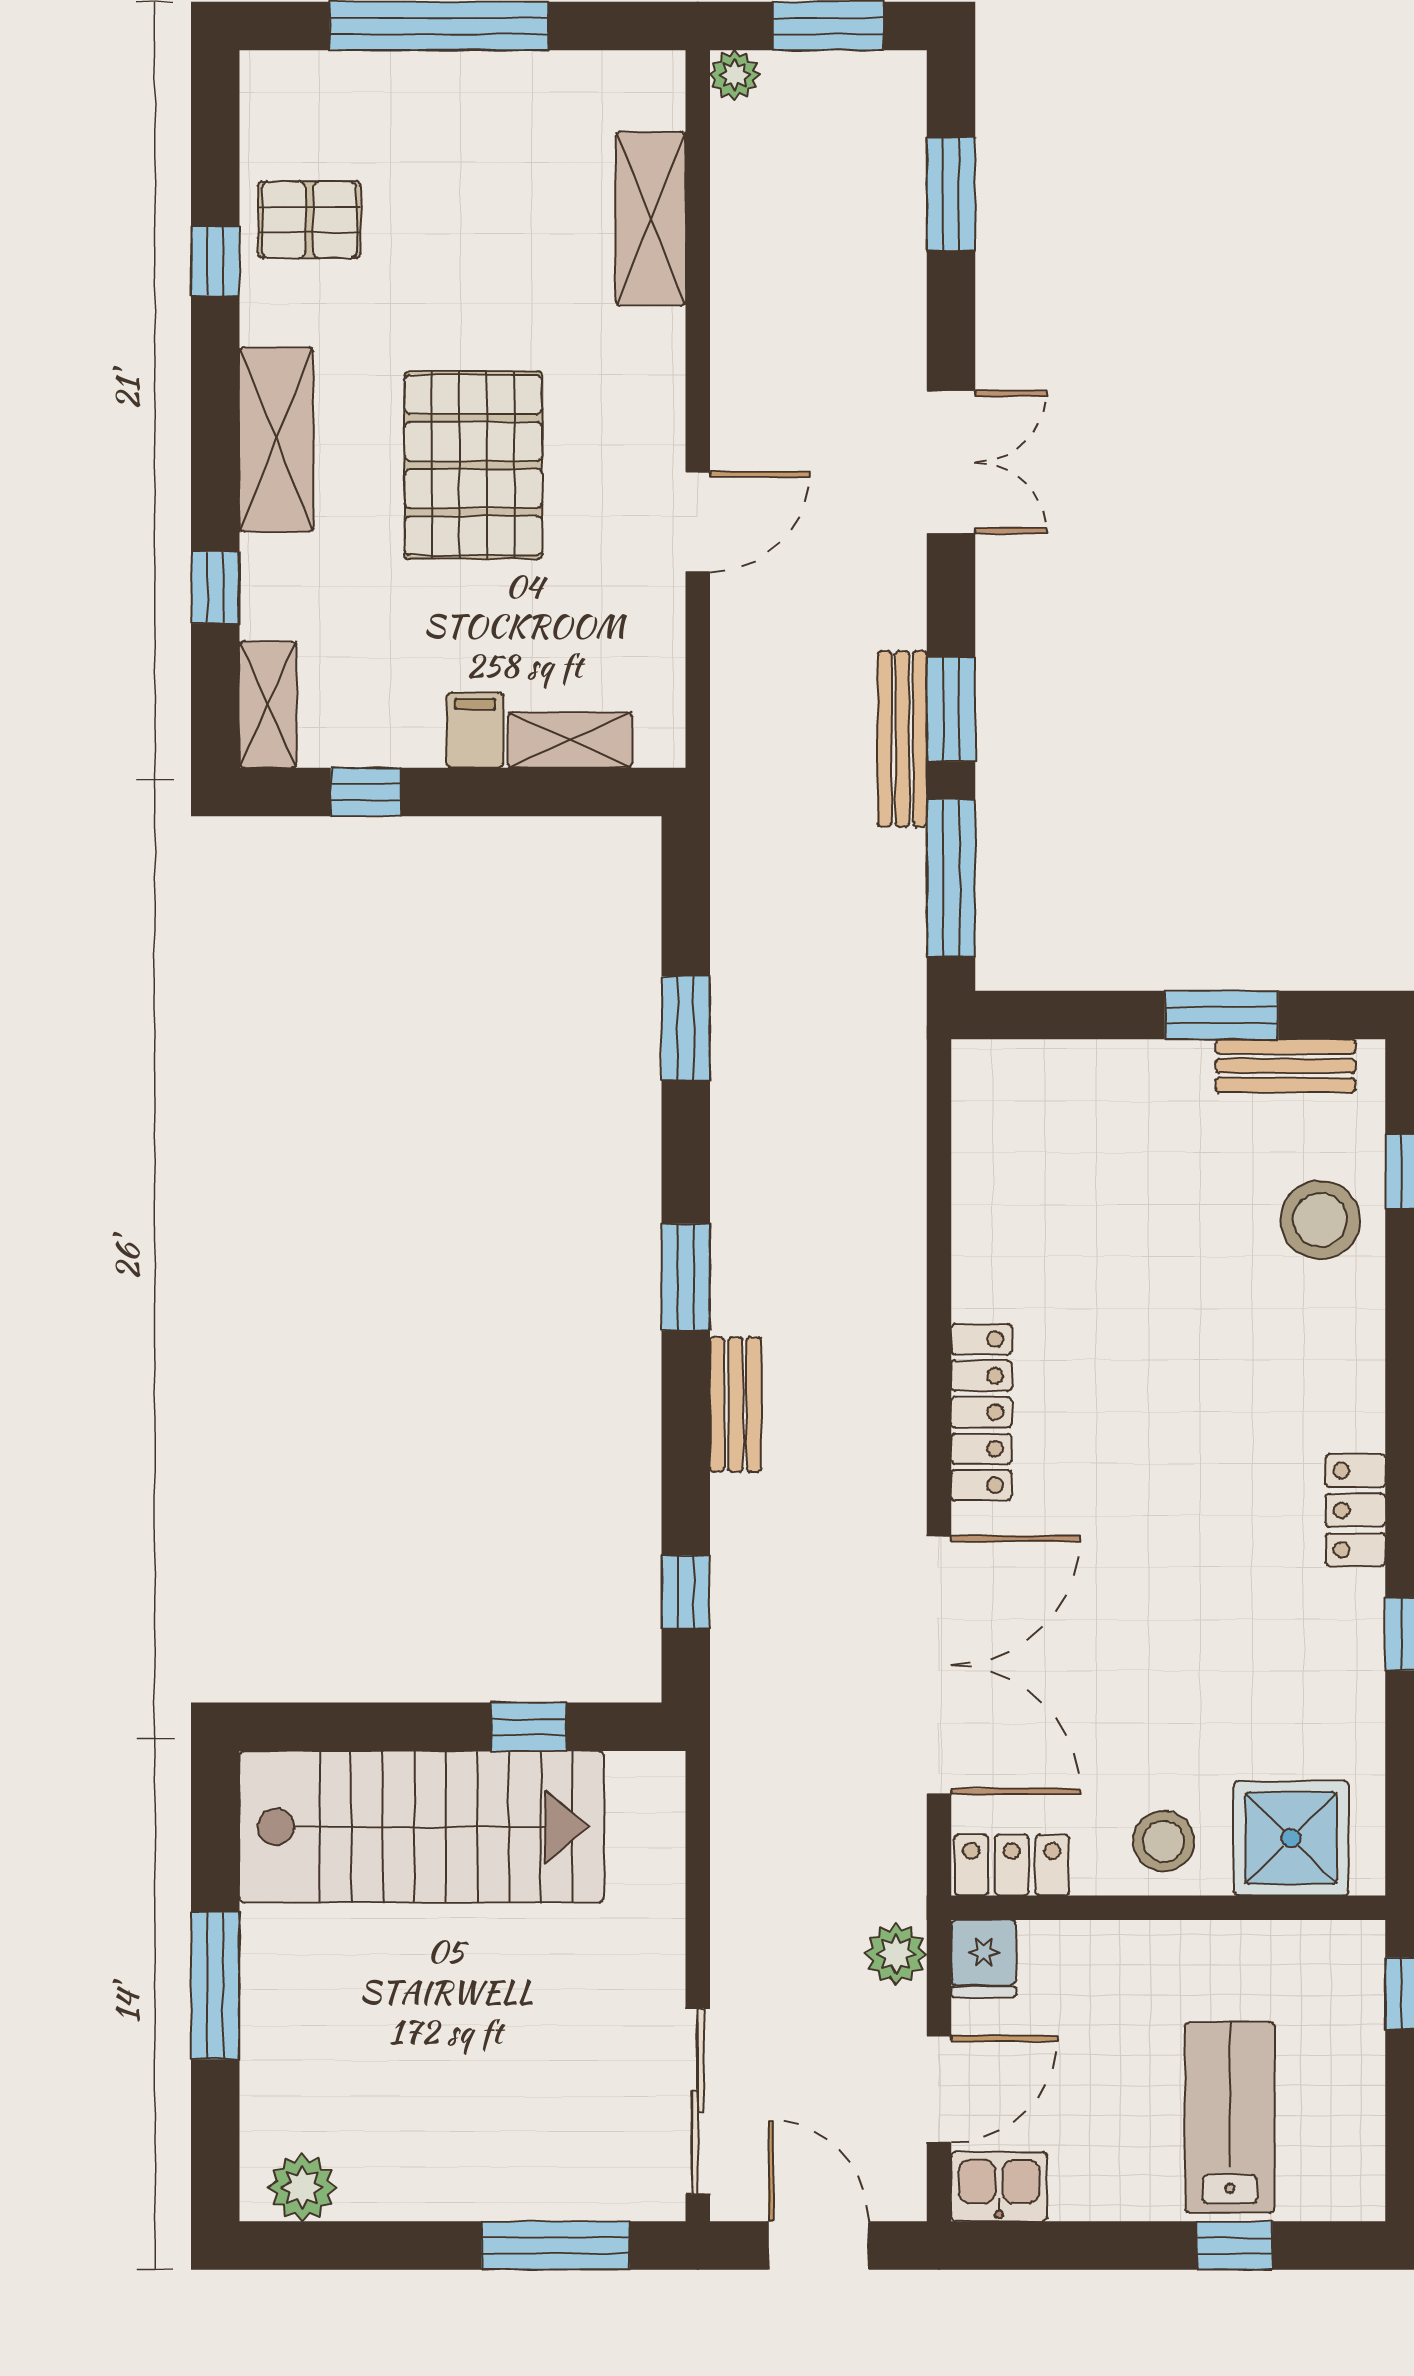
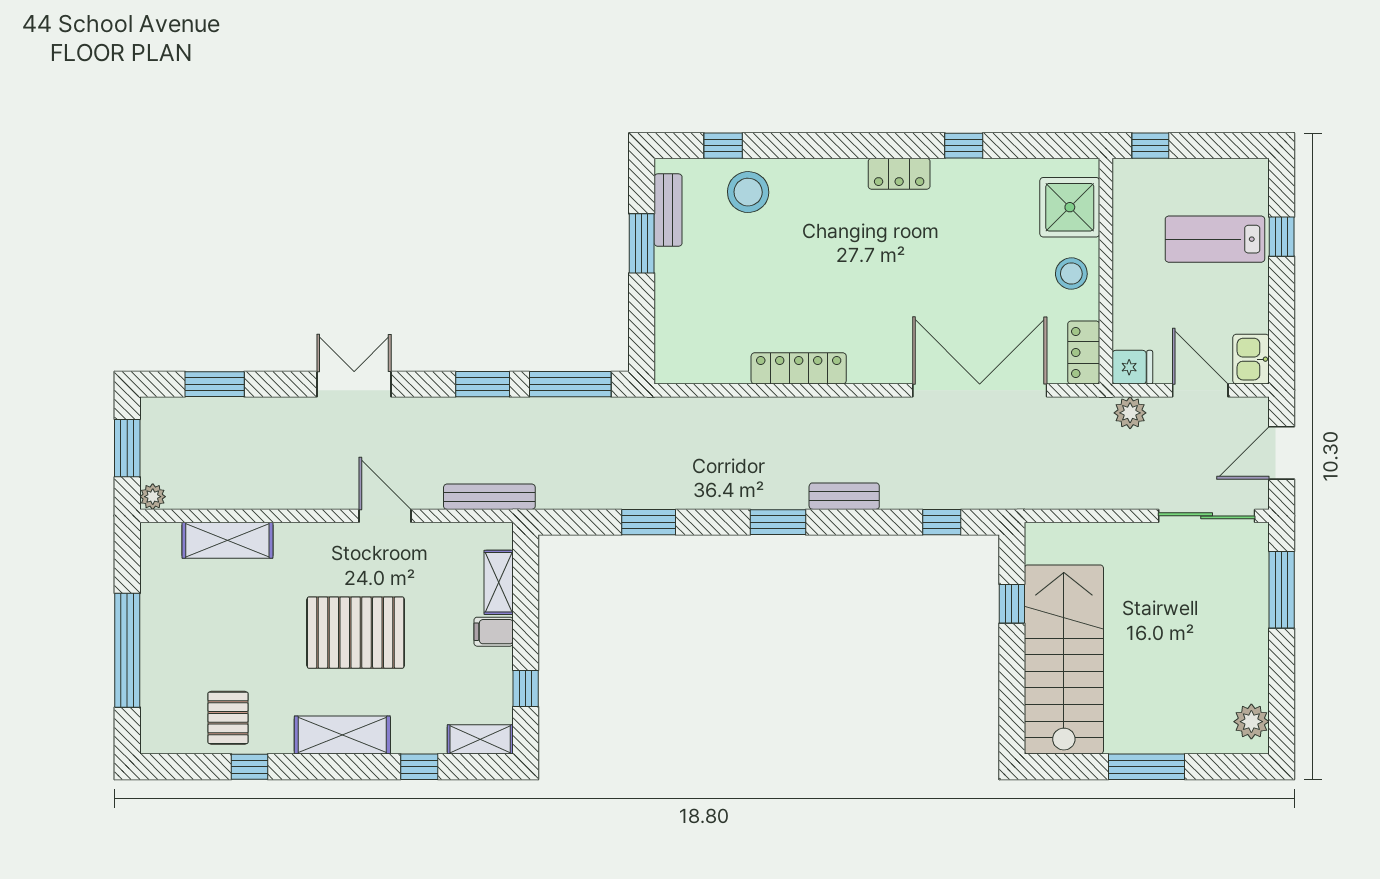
bench: (902, 739) -> (489, 497), moved
locker: (981, 1412) -> (799, 368), moved

